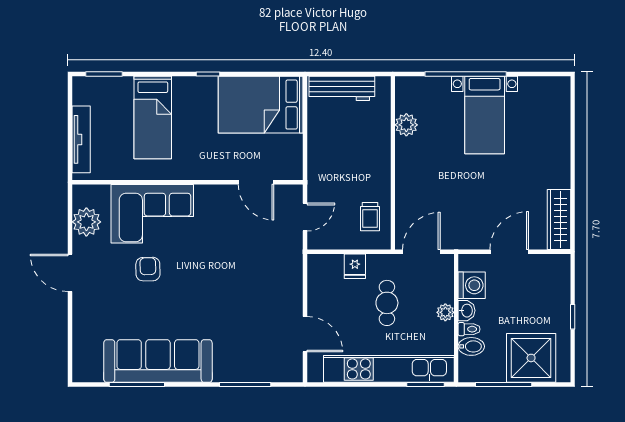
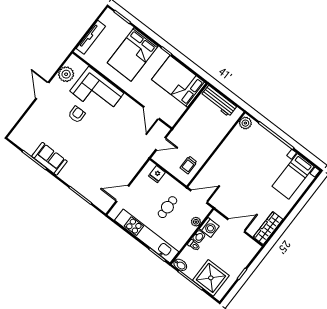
bed with nightstands: (485, 115) -> (293, 176), moved
bed: (153, 117) -> (133, 55), width x1.50
plant: (406, 125) -> (245, 123), moved
fridge: (355, 266) -> (157, 174), moved
plant: (445, 312) -> (196, 222), moved
door: (305, 334) -> (122, 194), swing flipped
bidet: (471, 346) -> (180, 265), moved
sofa: (158, 361) -> (49, 159), width x0.54, depth x0.79

